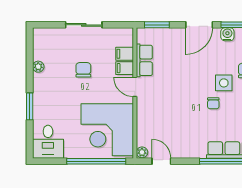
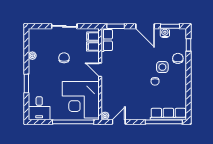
door: (199, 25) -> (145, 26), hinge flipped
row of seats: (144, 60) -> (107, 40), moved
filing cabinet: (125, 68) -> (93, 37), moved
door: (161, 161) -> (119, 122), hinge flipped

